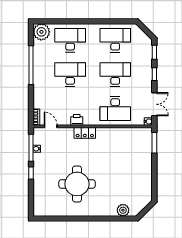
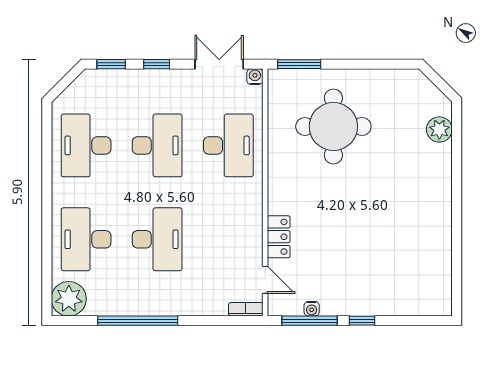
desk: (70, 74) -> (157, 239), turned 180
desk: (115, 74) -> (157, 145), turned 180
printer: (77, 120) -> (252, 225), removed
door: (51, 126) -> (265, 280), swing flipped
locker: (85, 133) -> (279, 237), moved
round table: (77, 184) -> (333, 126), moved

